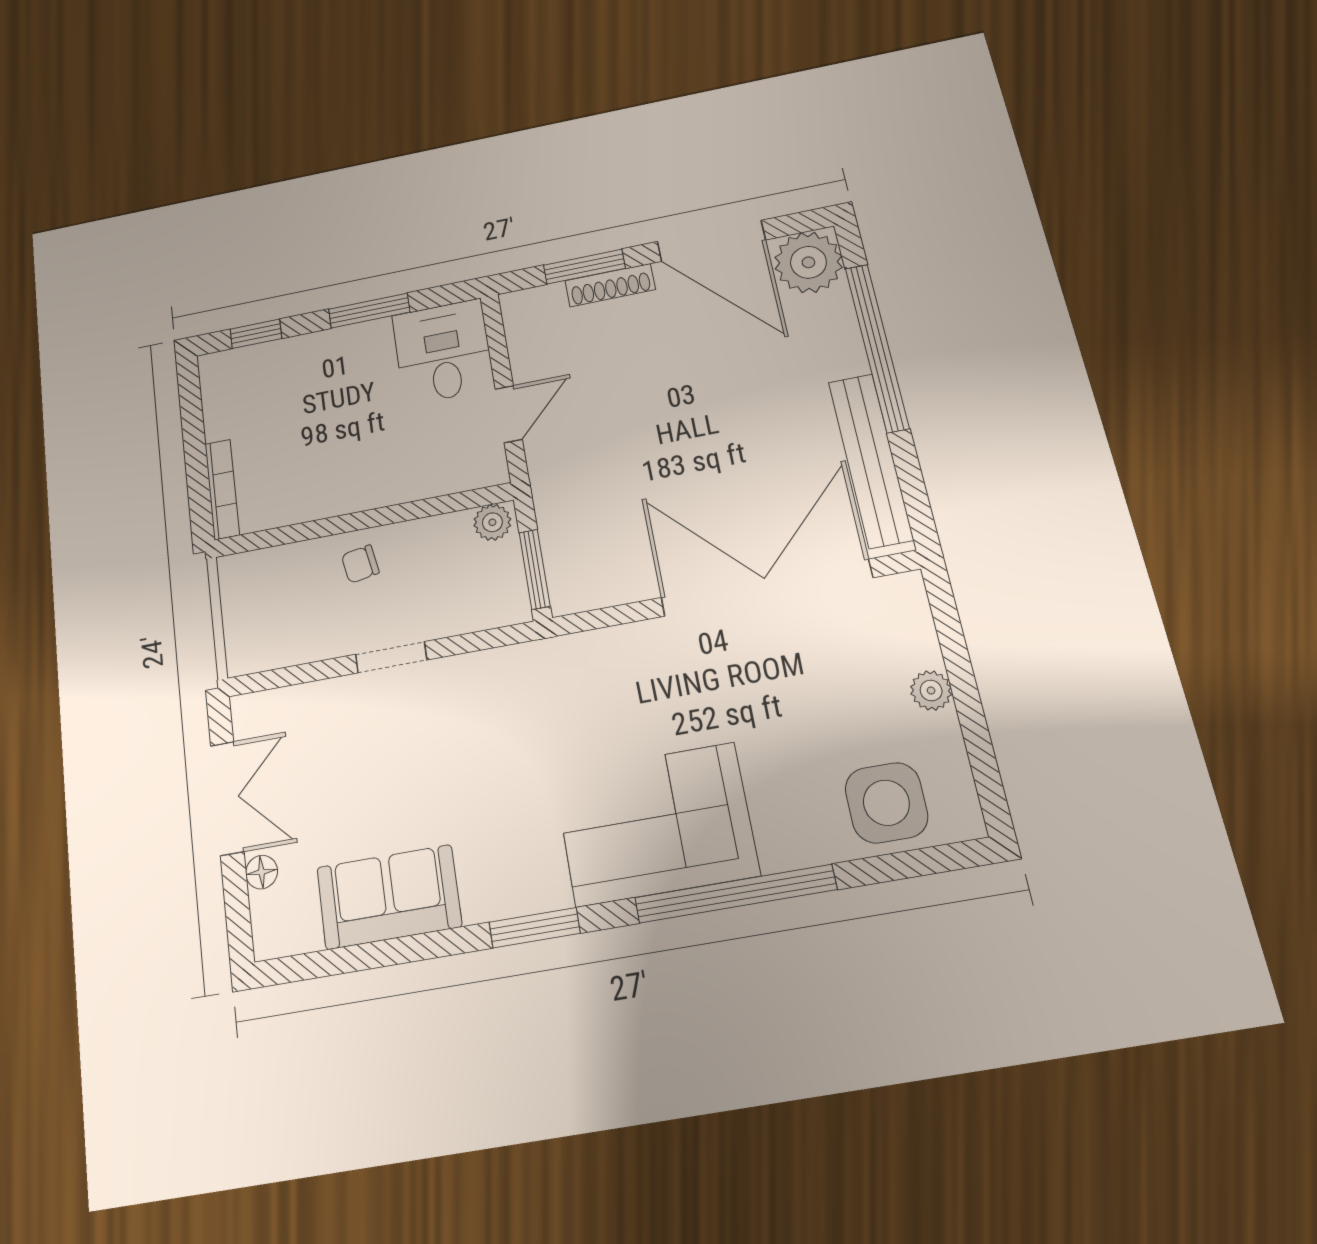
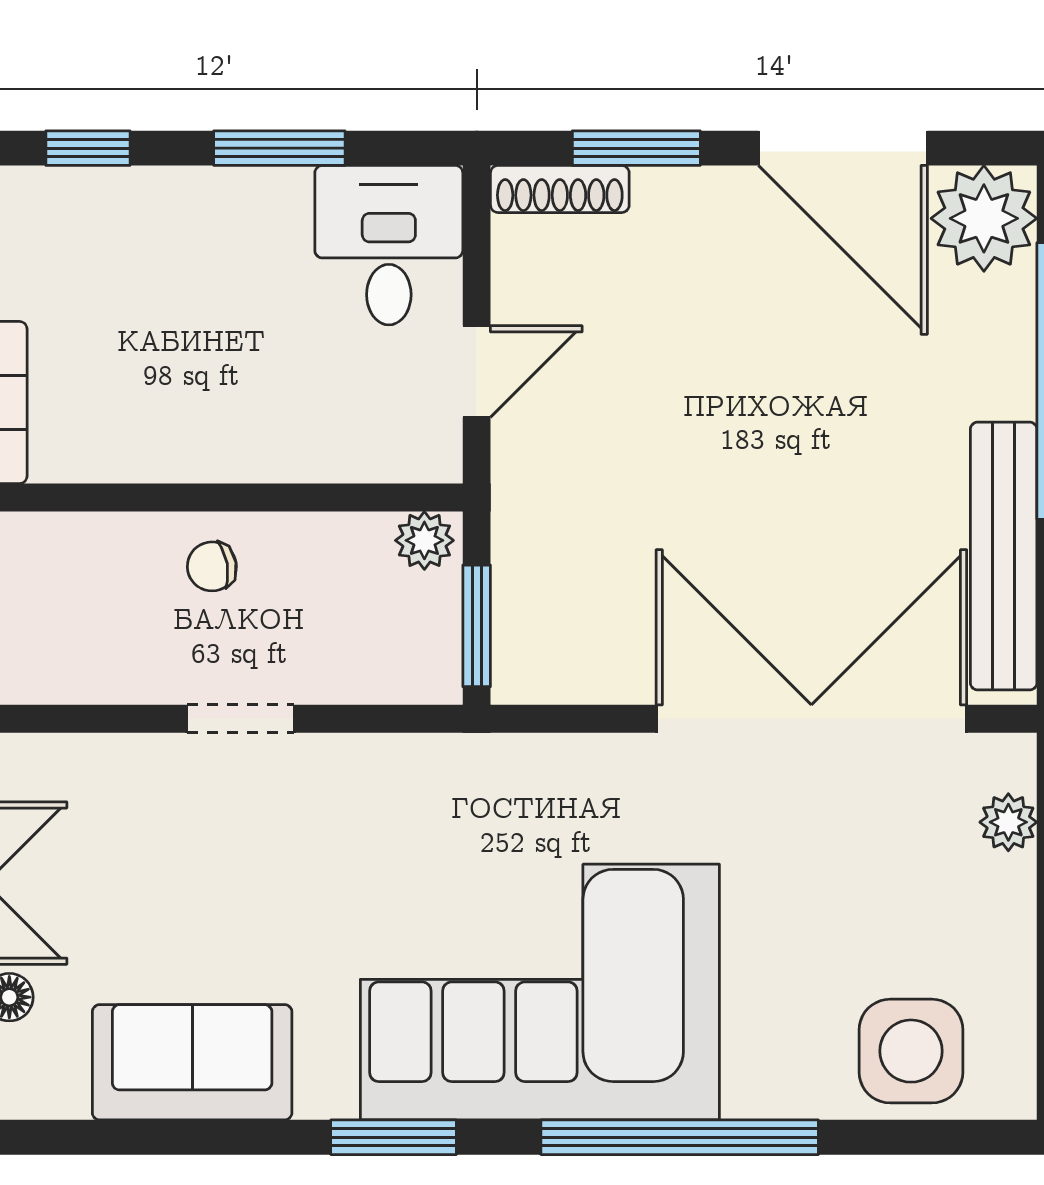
shoe rack: (610, 285) -> (560, 189), moved
plant: (931, 691) -> (1008, 822), moved
corner sofa: (656, 824) -> (540, 992), width x1.36, depth x1.36

